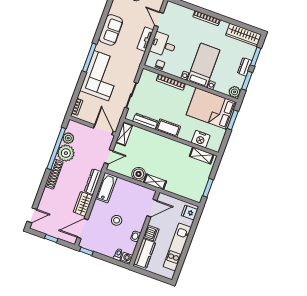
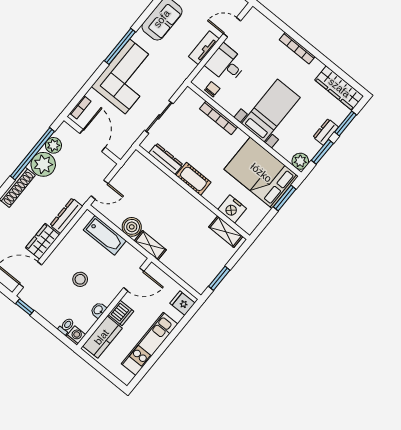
door: (159, 19) -> (232, 27), hinge flipped
door: (103, 130) -> (92, 140), moved
shelving: (124, 134) -> (131, 166), removed
bathtub: (106, 188) -> (105, 235), moved, turned 90

